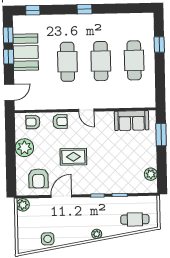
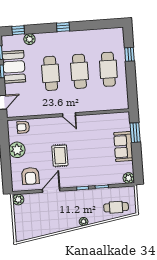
plant: (45, 21) -> (29, 39), added
sofa: (132, 121) -> (123, 147), moved, turned 90
armchair: (60, 122) -> (47, 126), removed
rug: (73, 157) -> (60, 156), turned 90
plant: (151, 174) -> (129, 178), moved
side table: (48, 239) -> (41, 228), removed

